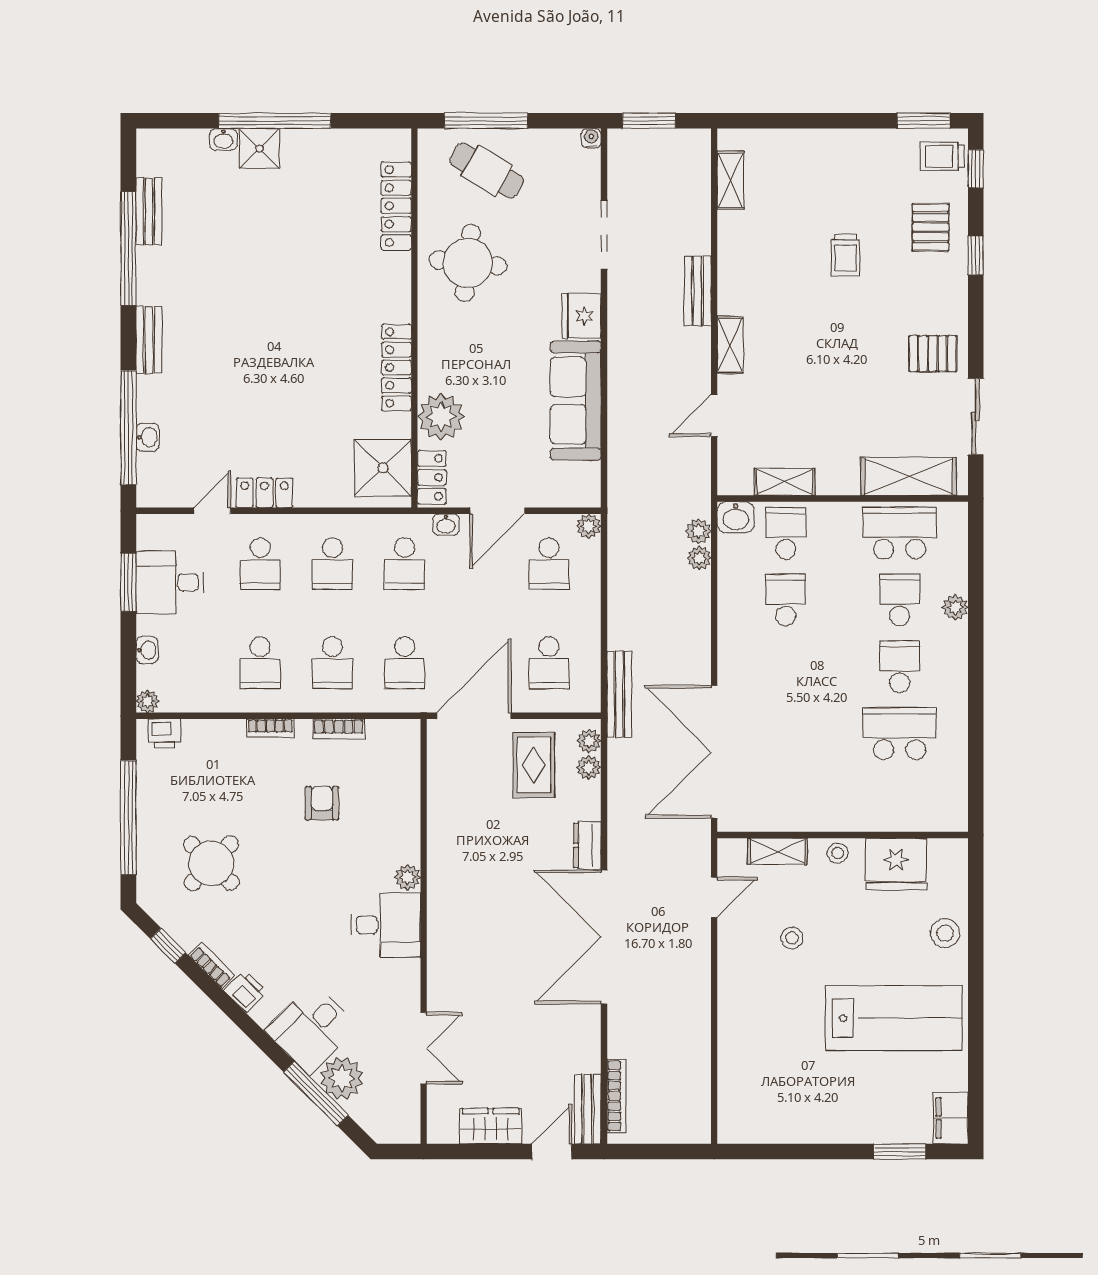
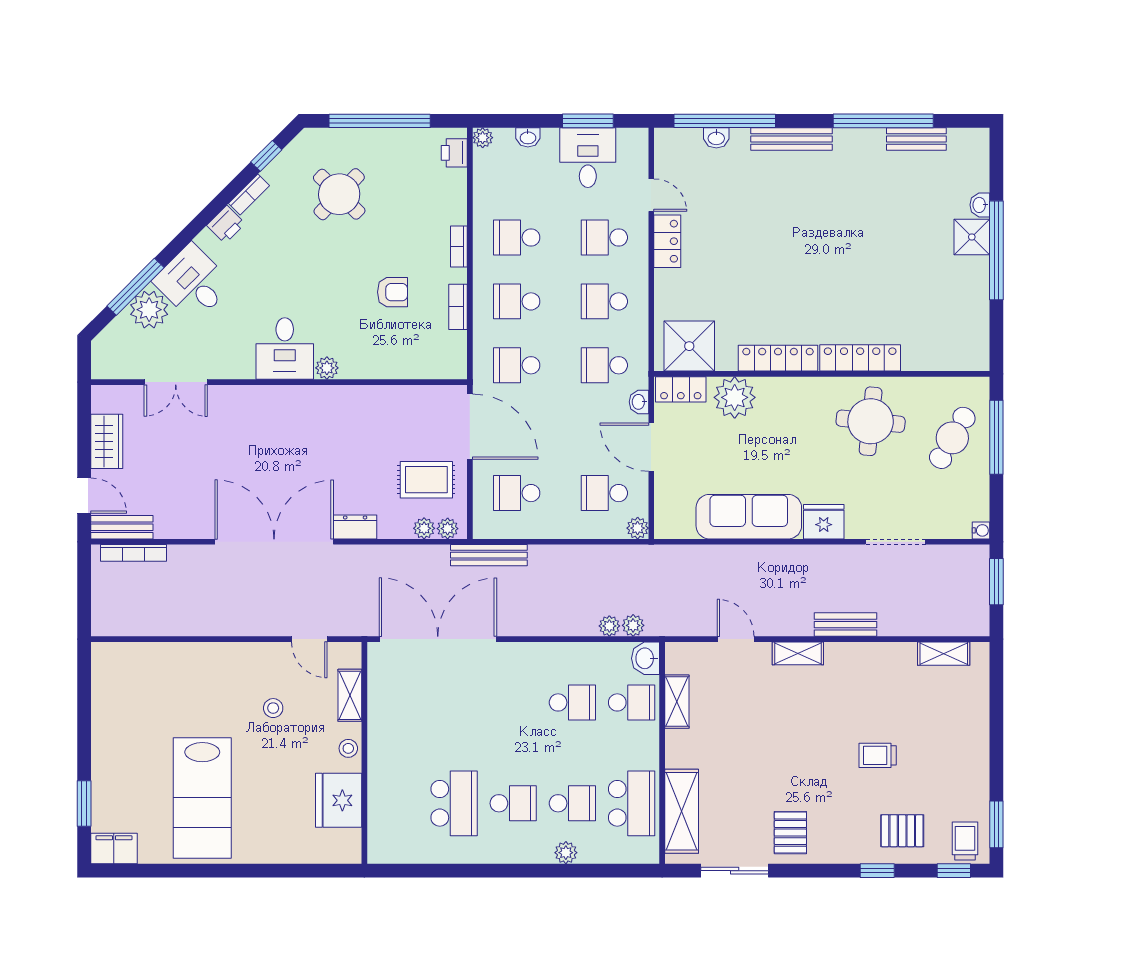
locker: (396, 206) -> (860, 358), moved
bench: (149, 340) -> (792, 139), width x1.36
stool: (945, 933) -> (277, 844), removed

